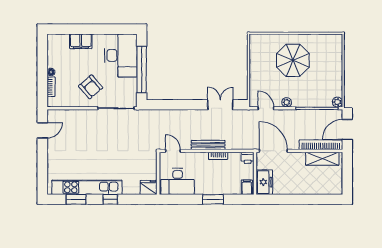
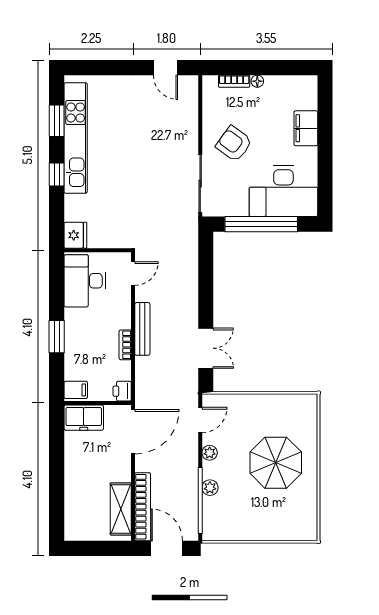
armchair: (91, 87) -> (234, 144), turned 77
plant: (337, 102) -> (210, 488), moved

